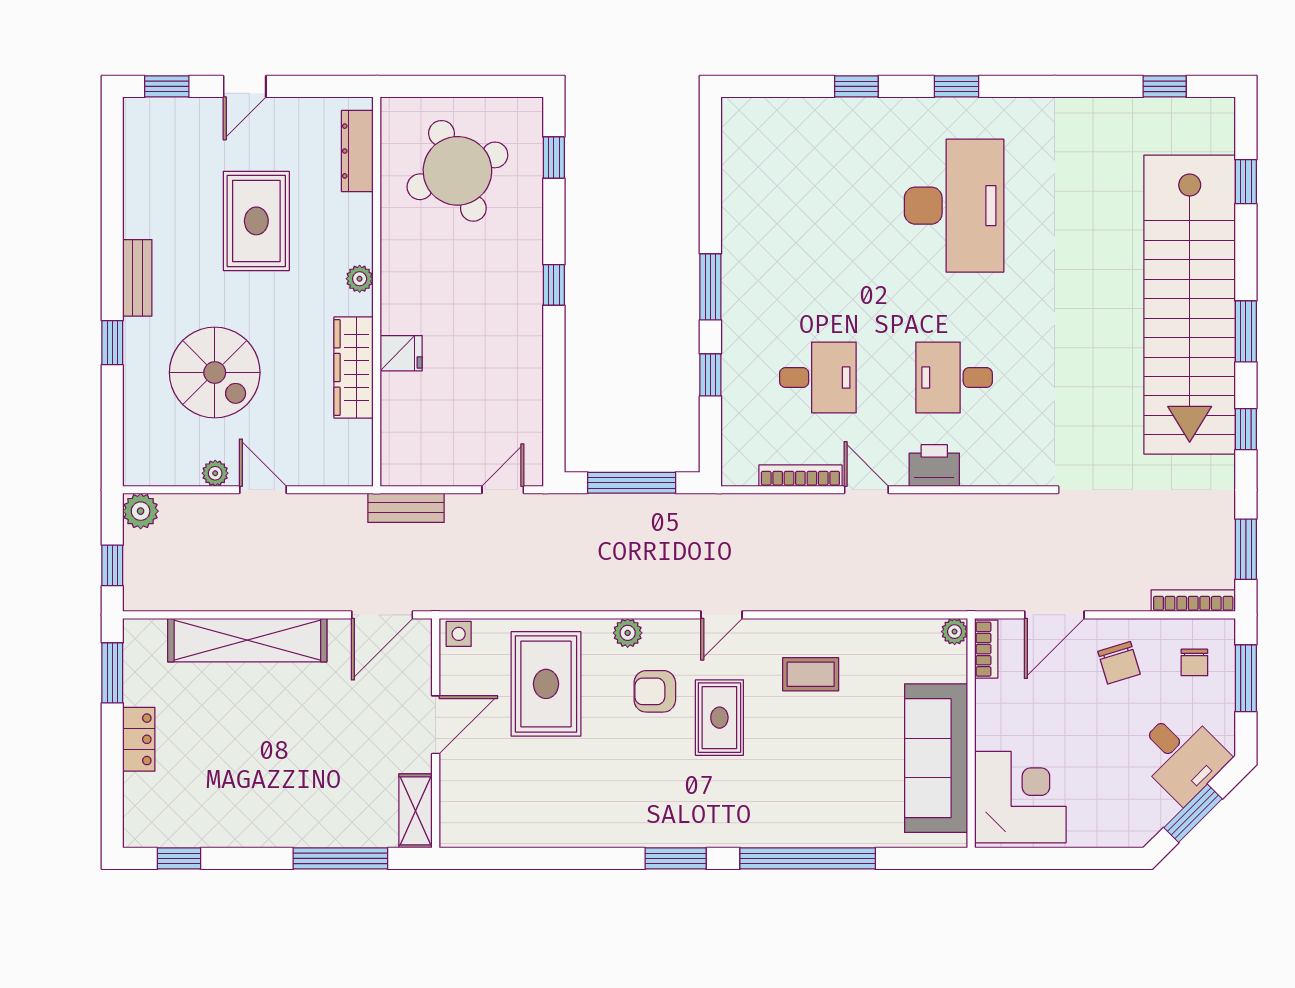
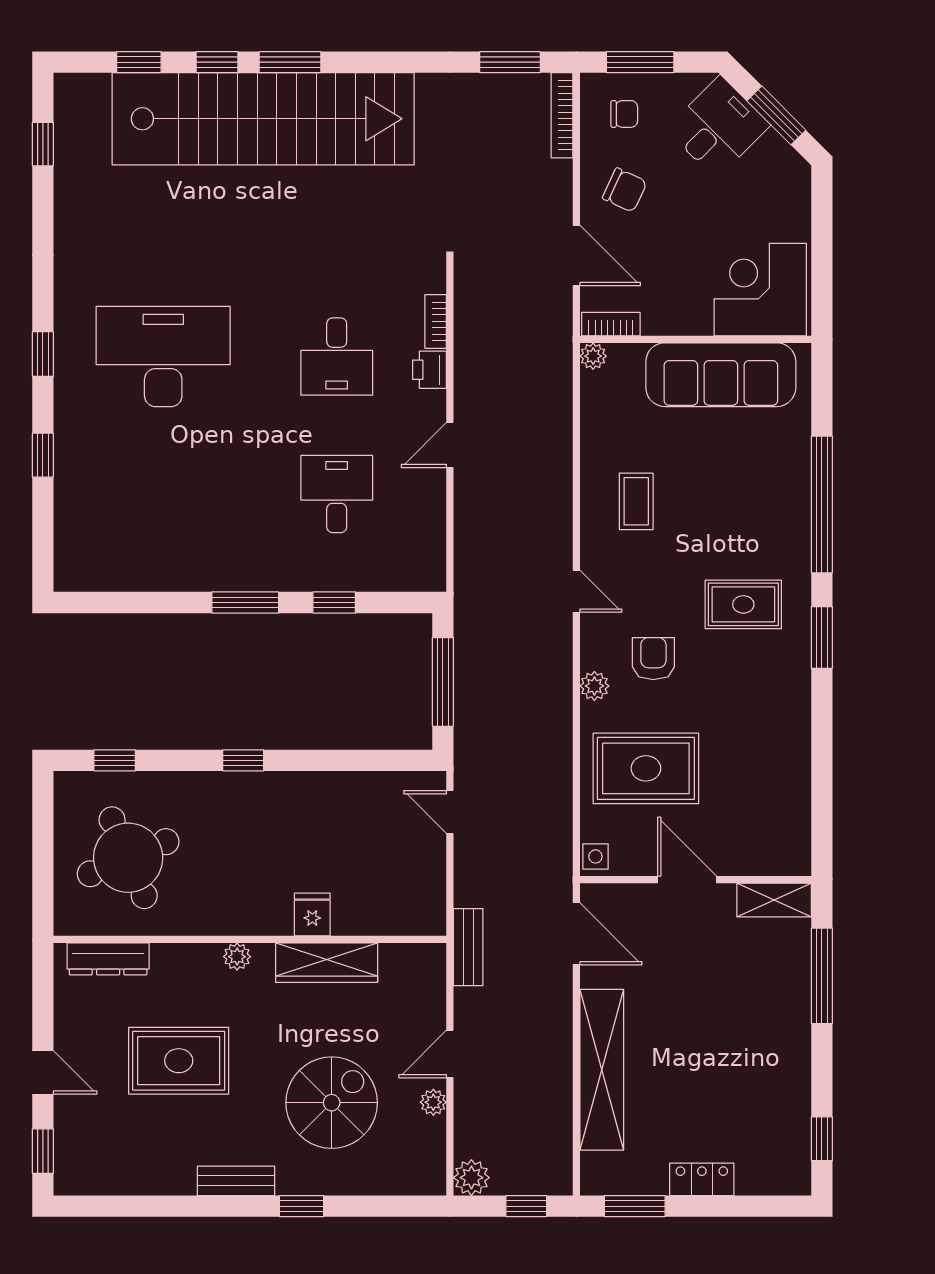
window: (1246, 429) -> (217, 62), moved
printer: (934, 465) -> (430, 370), width x0.73, depth x0.81
bookcase: (800, 476) -> (436, 321), moved, width x0.64
bench: (406, 508) -> (468, 947), moved
chair: (1119, 663) -> (625, 190), turned 42
armchair: (655, 691) -> (653, 659), turned 180
rug: (719, 718) -> (743, 604), moved

